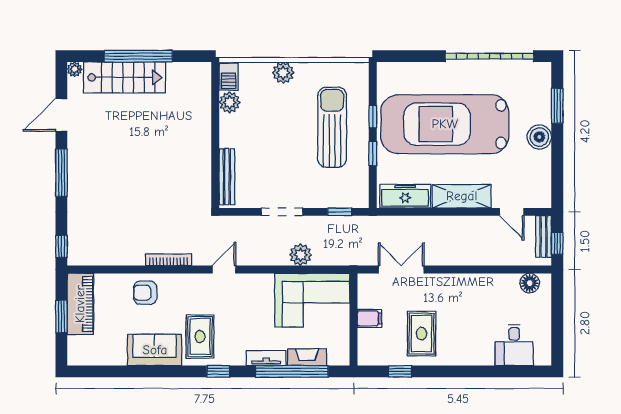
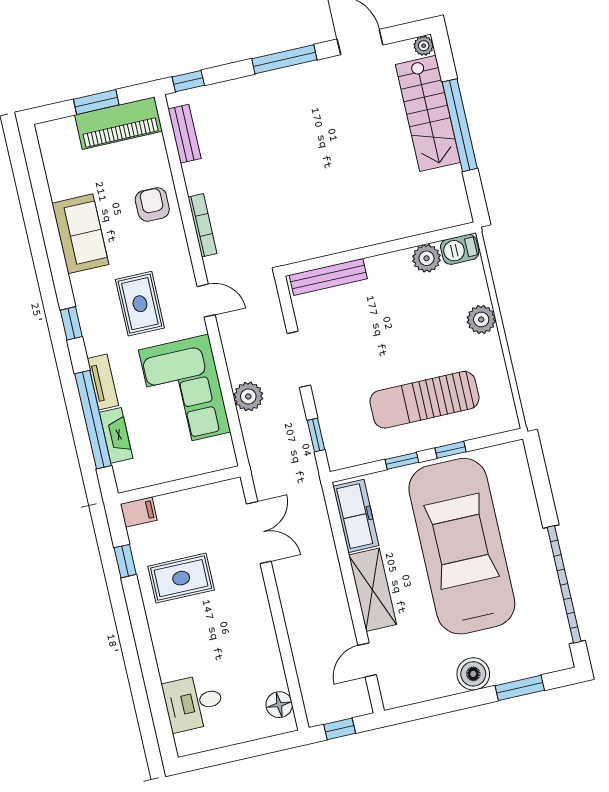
sun lounger: (332, 127) -> (424, 400), turned 180
bench: (544, 237) -> (184, 134), moved, turned 90
corner sofa: (312, 300) -> (185, 391), moved
filing cabinet: (369, 318) -> (139, 512), moved, turned -90
rug: (200, 337) -> (140, 304), moved, turned 90

